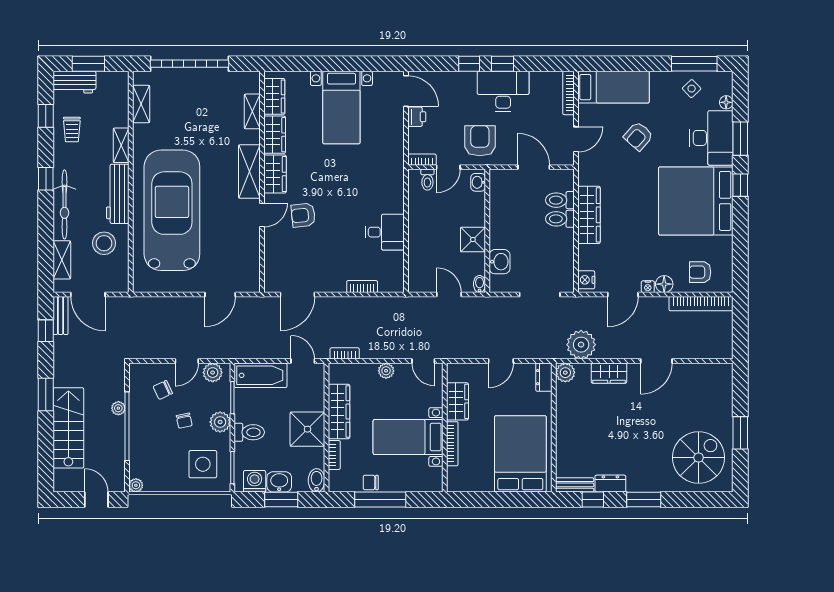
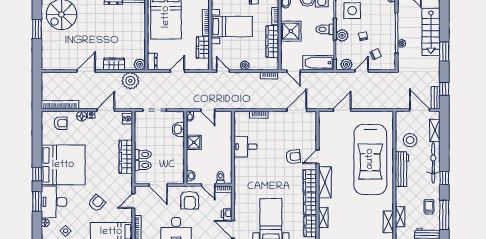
window: (46, 116) -> (444, 215), width x2.17
shelving: (121, 145) -> (400, 217), moved
door: (448, 167) -> (208, 185), swing flipped

